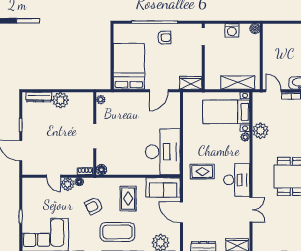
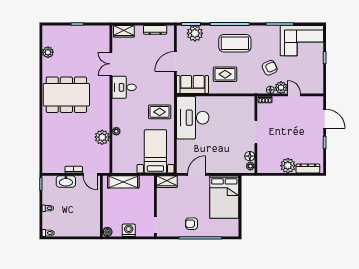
bed with nightstands: (226, 112) -> (155, 151), moved, turned -90
floor lamp: (101, 170) -> (250, 156), moved
rug: (202, 171) -> (160, 112), moved
desk: (237, 180) -> (124, 87), width x0.73
rug: (128, 199) -> (225, 74), turned 90
armchair: (94, 206) -> (270, 68), moved
door: (182, 212) -> (175, 61), swing flipped

